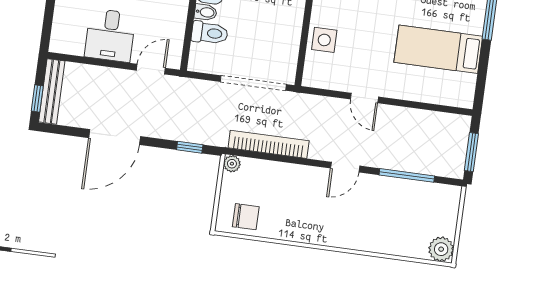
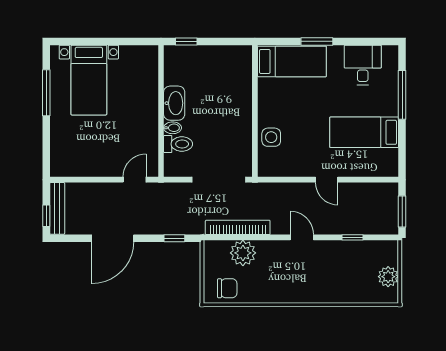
desk: (110, 35) -> (98, 157), removed
door: (364, 98) -> (327, 180), moved
plant: (232, 164) -> (243, 253), moved, width x1.88, depth x1.88
door: (345, 167) -> (302, 237), swing flipped
window: (407, 175) -> (353, 237), width x0.46
plant: (441, 249) -> (388, 277), moved

